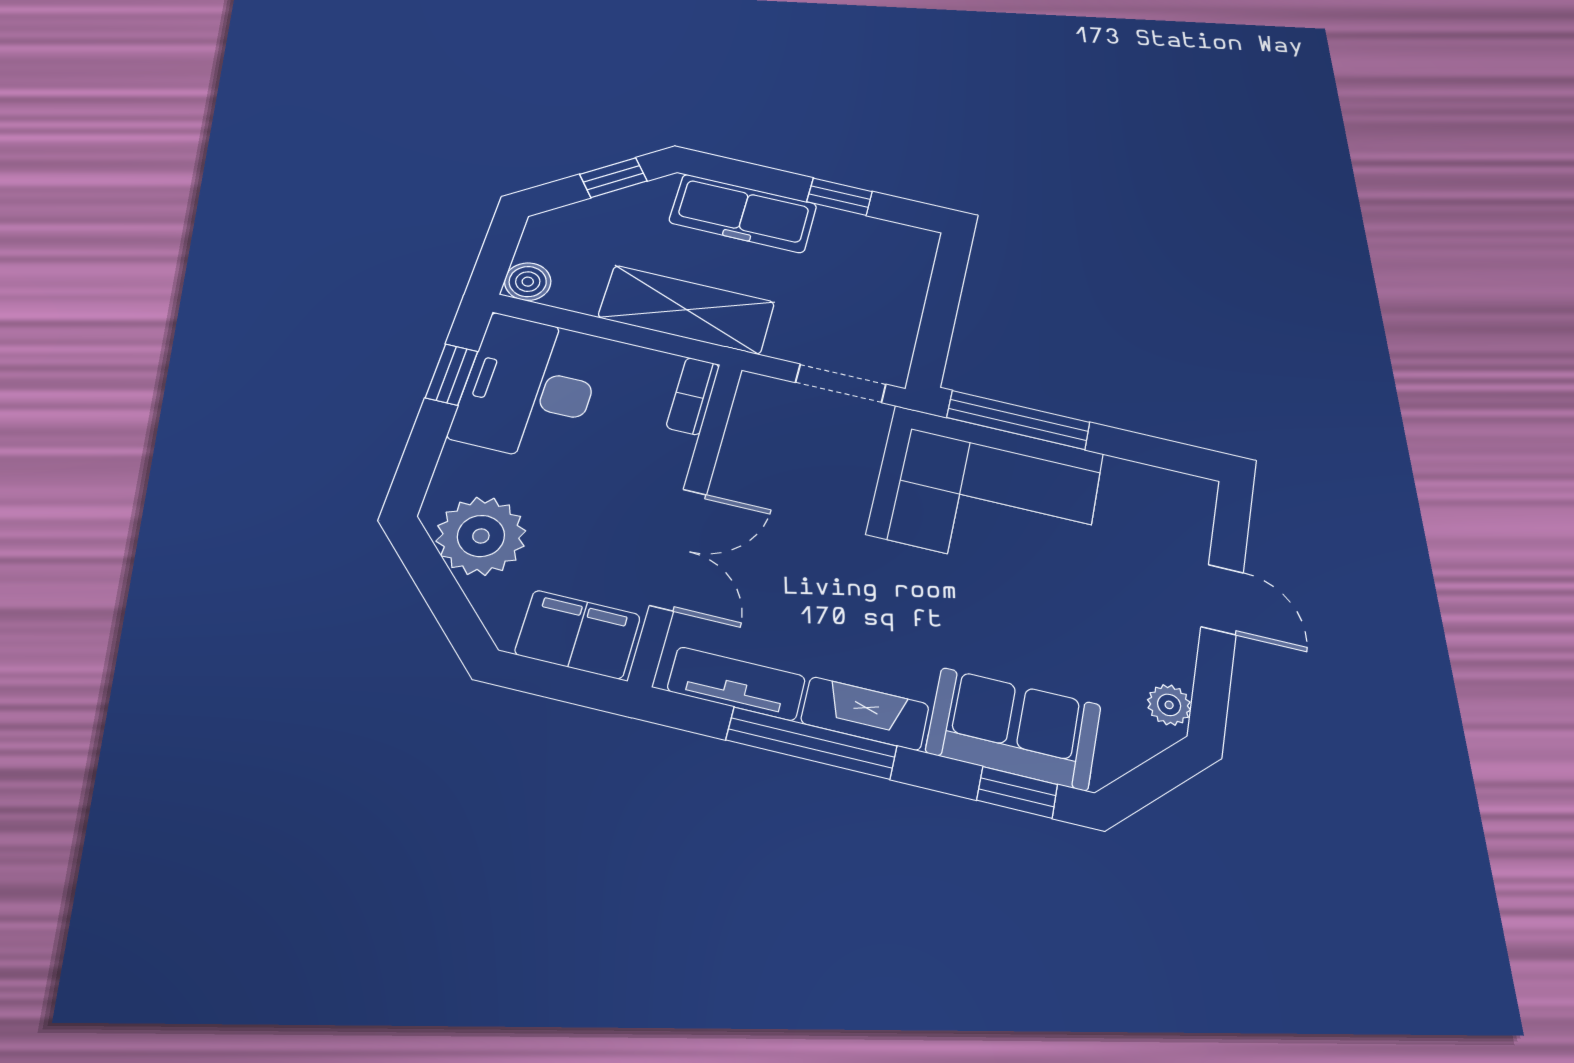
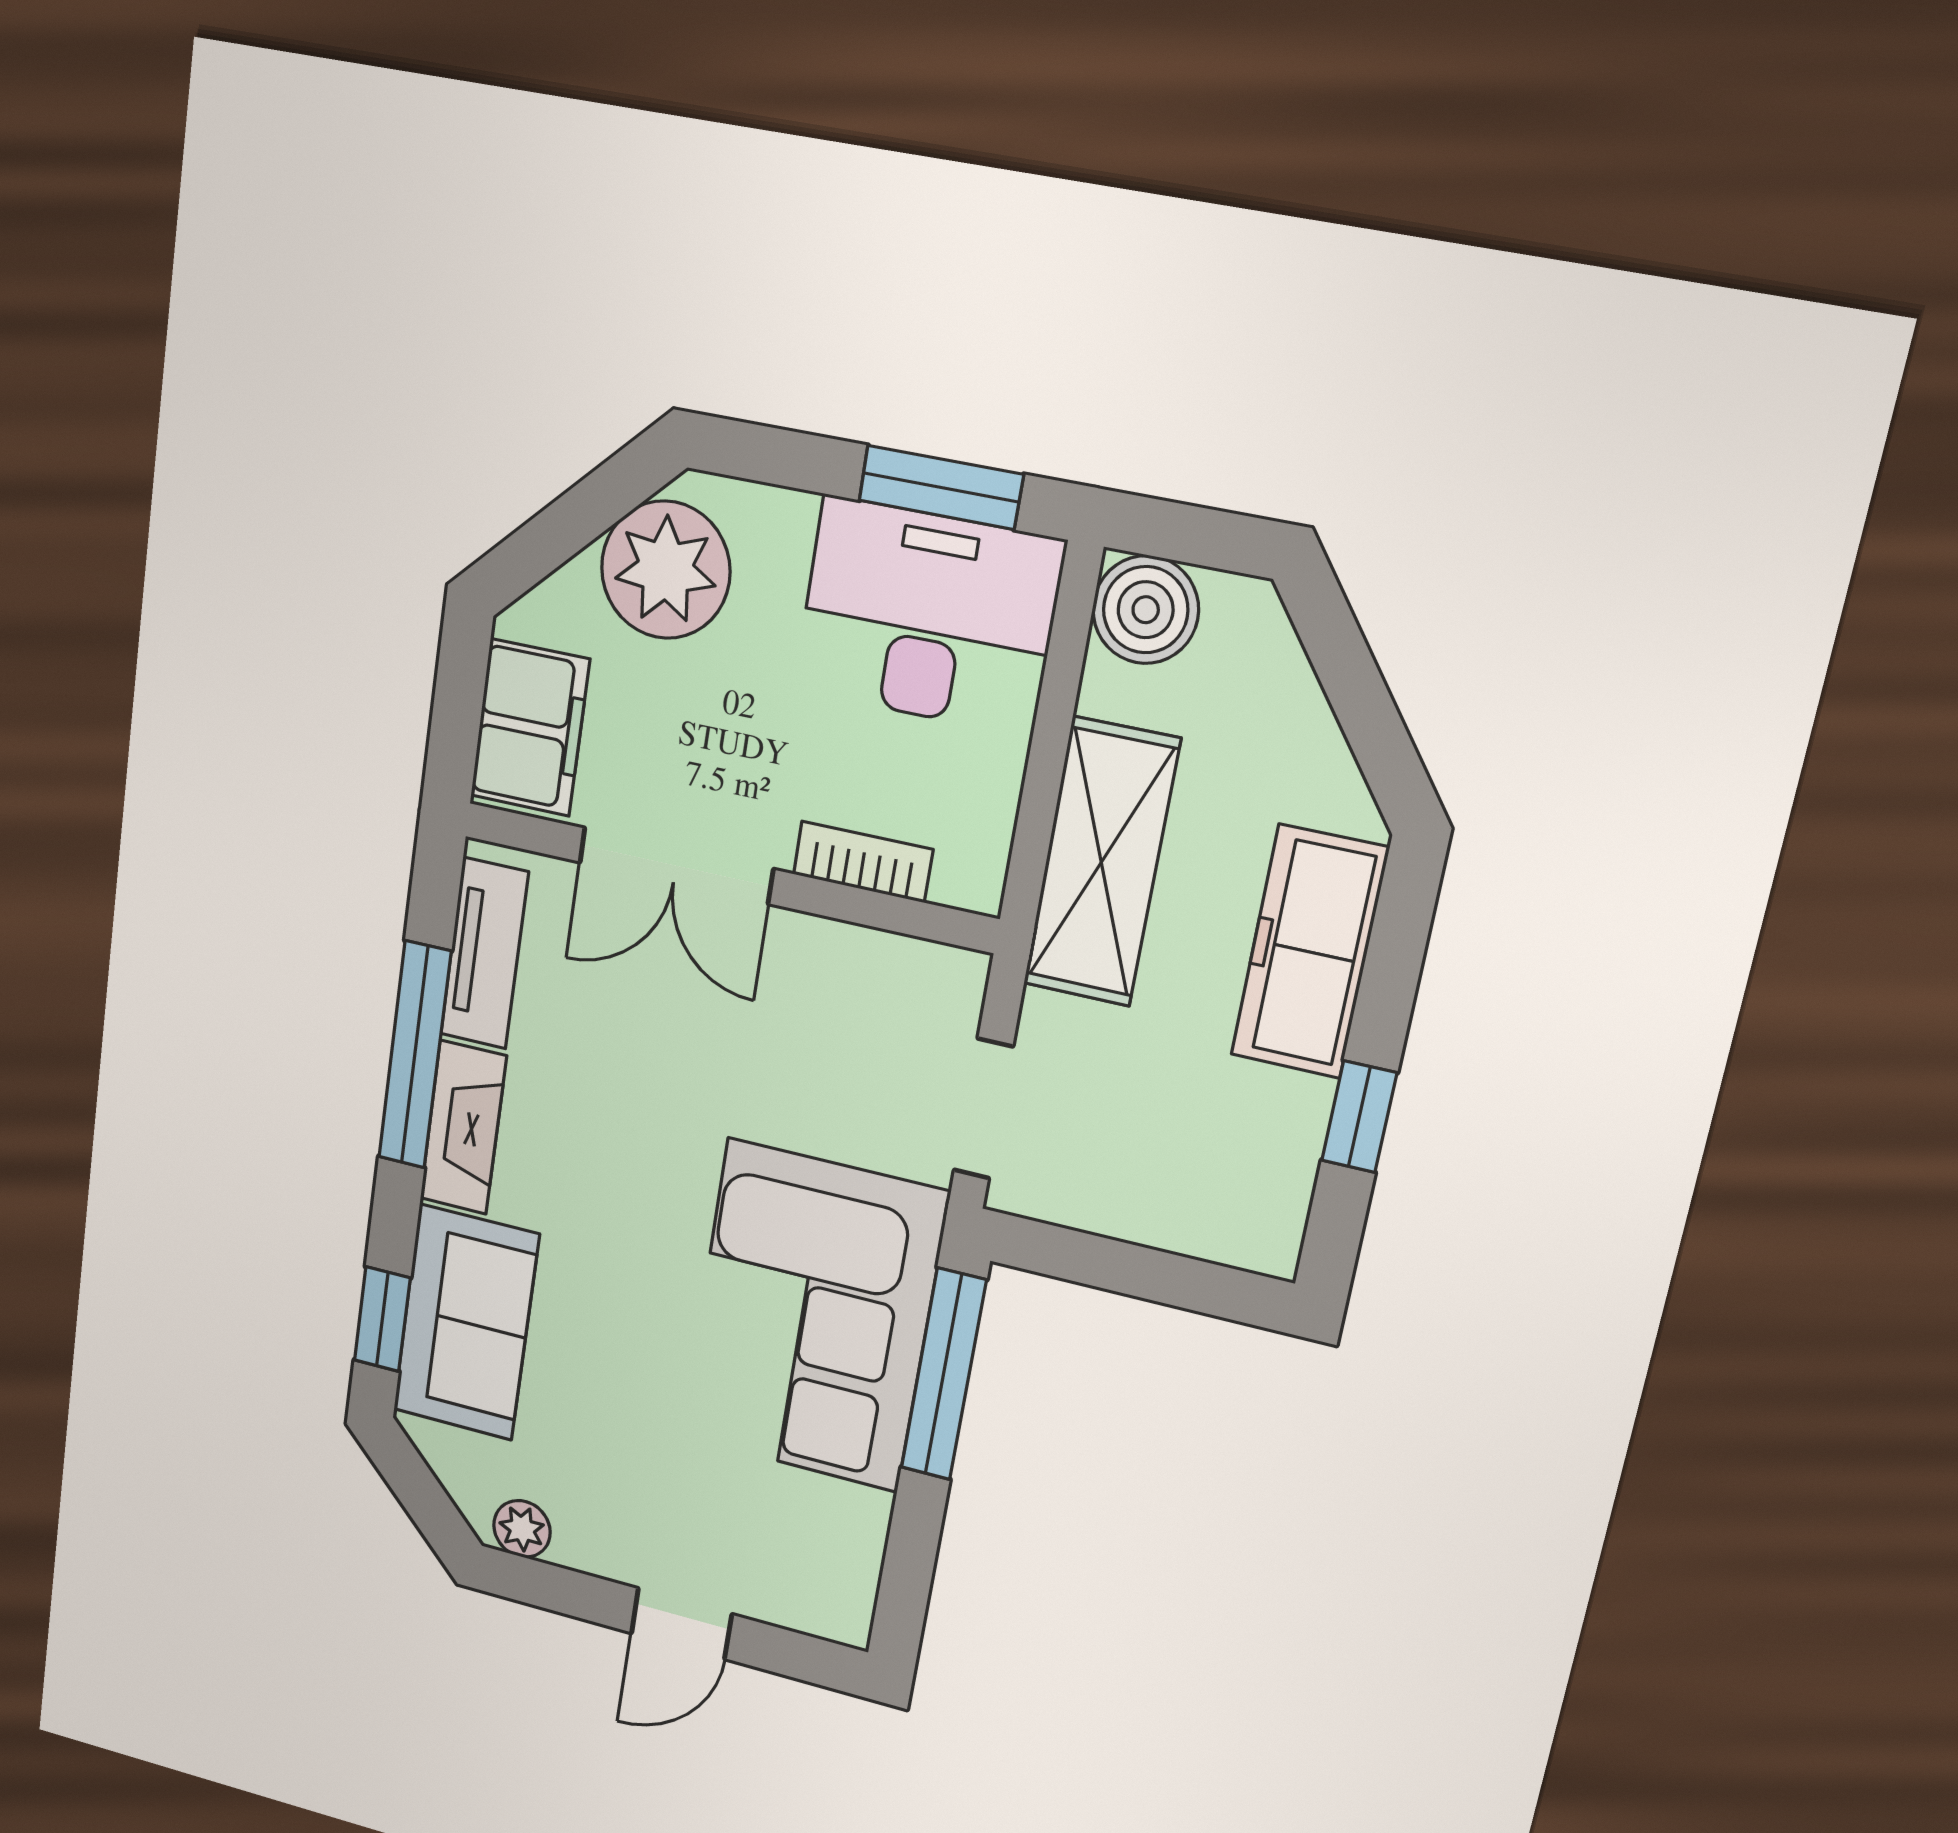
window: (613, 178) -> (1371, 723), removed
boiler: (528, 282) -> (1146, 610), width x1.36, depth x1.36
window: (452, 375) -> (941, 487), width x1.50
bookcase: (693, 396) -> (863, 862), moved

